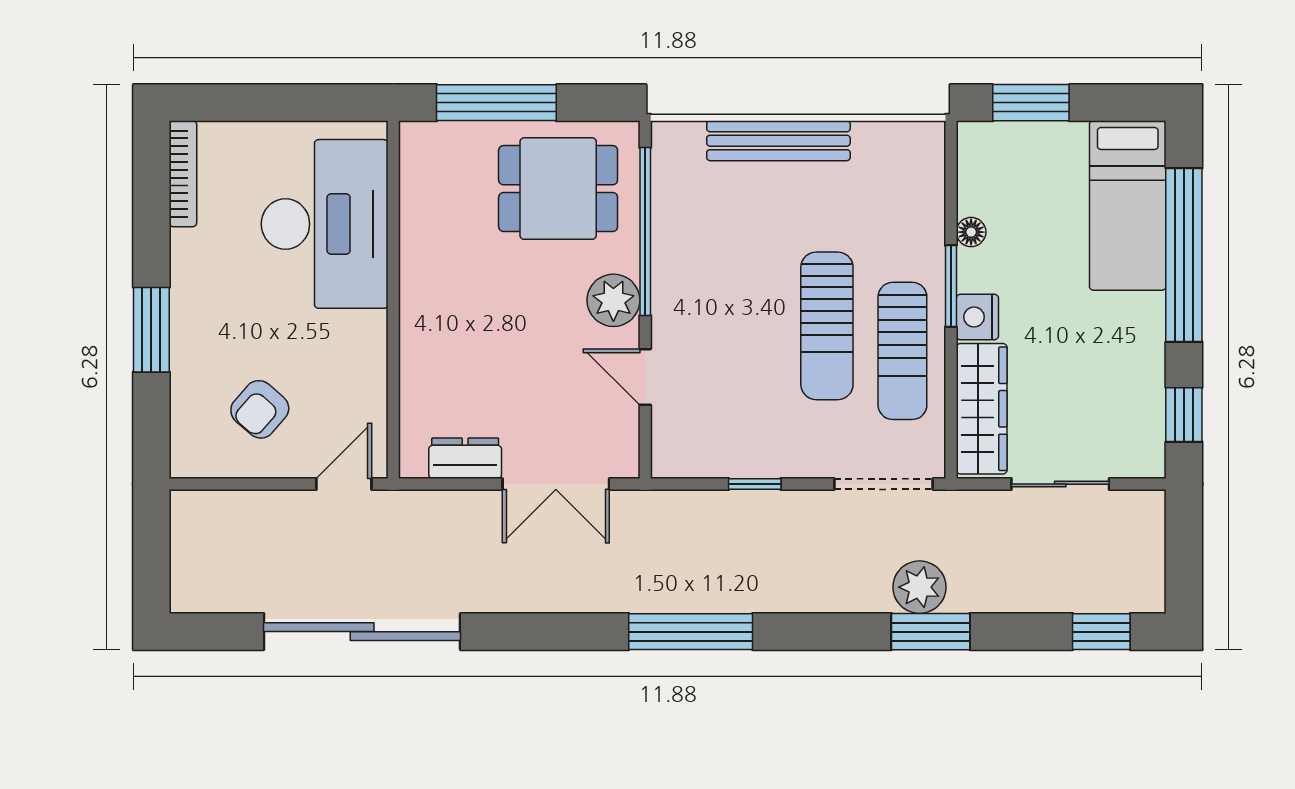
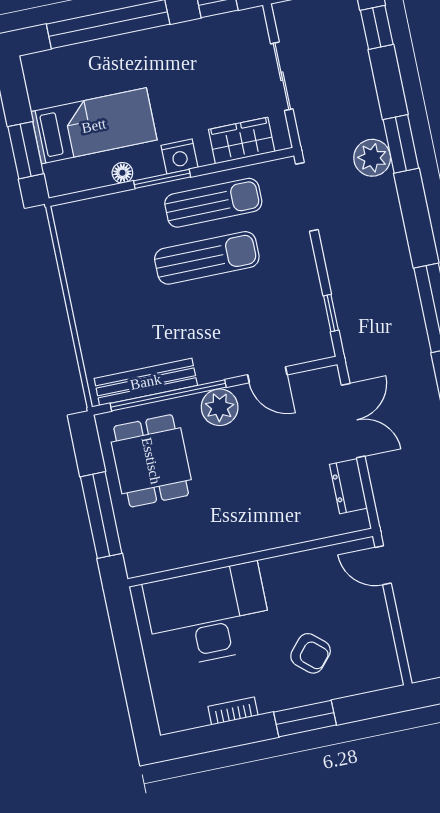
bench: (778, 141) -> (146, 382), moved, turned 90
bookcase: (183, 174) -> (233, 711), moved, width x0.64
bed: (1128, 206) -> (94, 126), moved
door: (645, 377) -> (267, 375), hinge flipped
armchair: (260, 409) -> (311, 653), moved
wardrobe: (982, 409) -> (242, 141), width x0.67
window: (755, 484) -> (331, 313), moved

